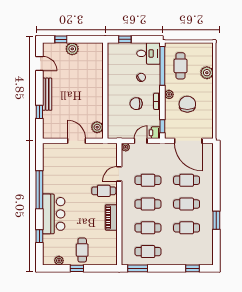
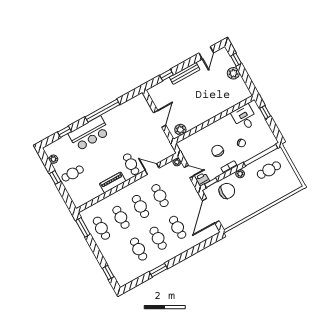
desk: (149, 53) -> (244, 117), moved, turned 180
plant: (207, 73) -> (275, 195), removed
chair: (187, 104) -> (227, 191), moved

